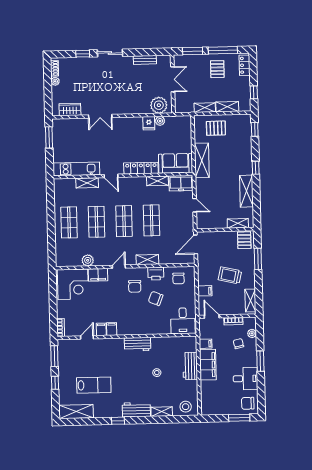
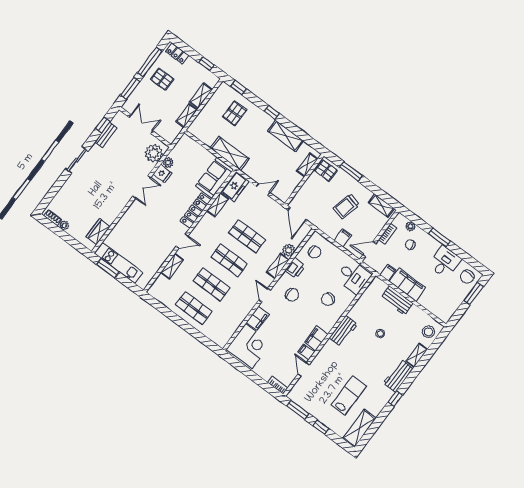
window: (83, 54) -> (103, 125), moved
double door: (100, 116) -> (142, 187), moved
pallet: (216, 128) -> (235, 113), moved
kitchen unit: (76, 169) -> (119, 263), moved, turned 90
plant: (88, 260) -> (289, 250), moved
chair: (156, 298) -> (328, 299), moved
filing cabinet: (112, 329) -> (316, 339), width x2.00

